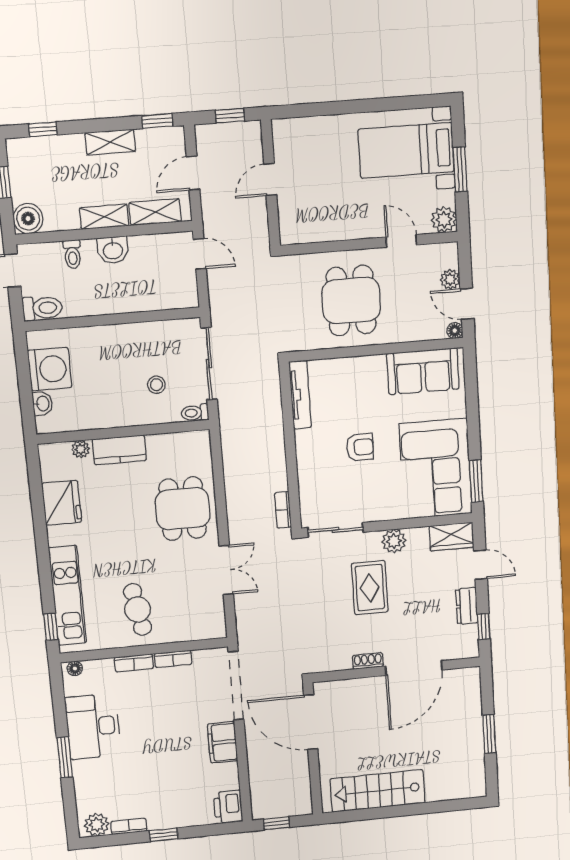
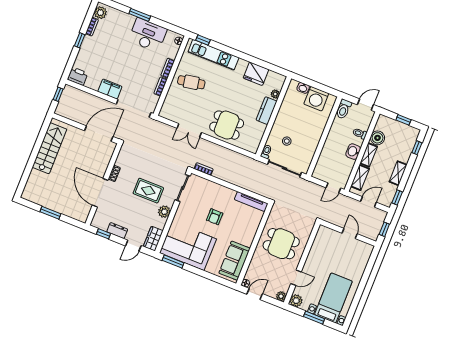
door: (193, 173) -> (368, 202), hinge flipped
boiler: (28, 219) -> (378, 138), moved
plant: (450, 279) -> (281, 296), moved

